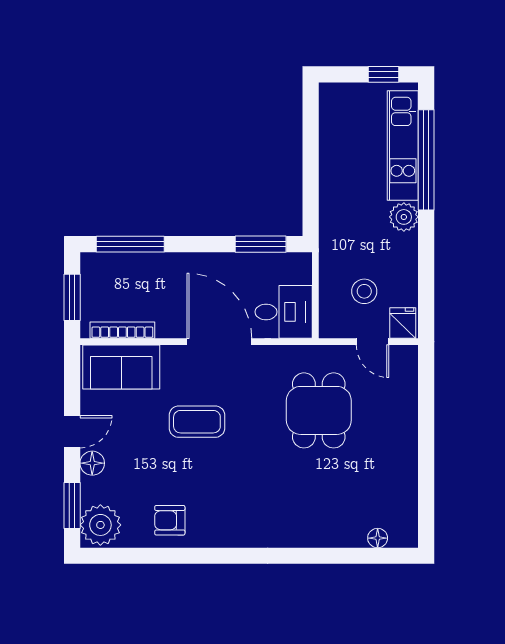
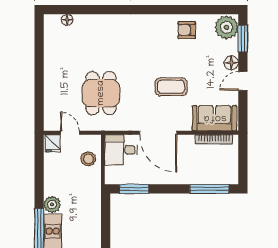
stool: (364, 291) -> (88, 159), moved
window: (72, 297) -> (243, 158), removed
armchair: (170, 520) -> (187, 30), turned 180

